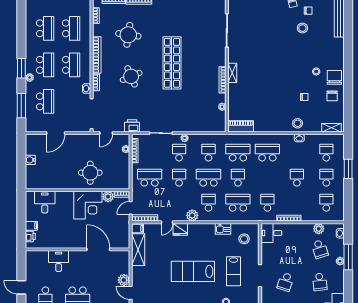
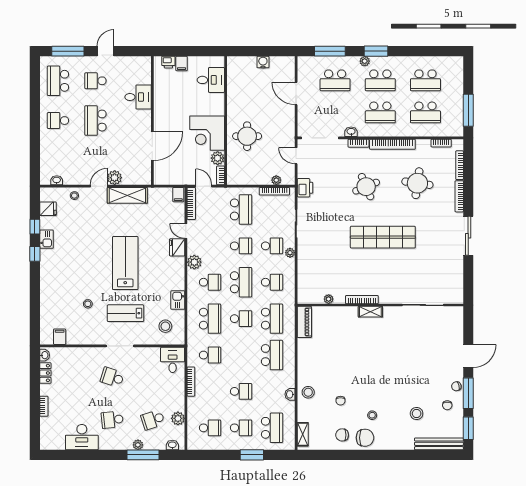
stool: (302, 28) -> (417, 414), moved
school desk: (326, 153) -> (272, 428), width x1.85
shelving: (138, 250) -> (127, 195), moved

